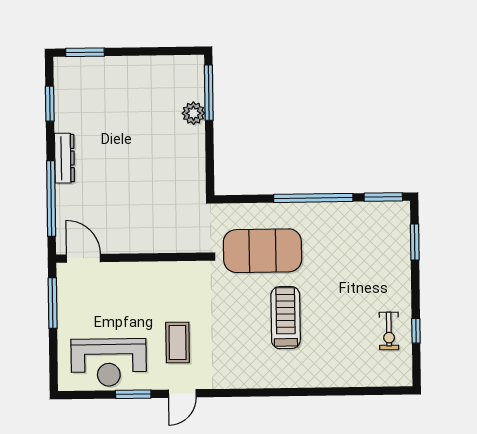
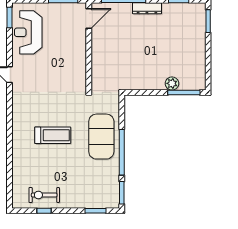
exercise mat: (263, 251) -> (101, 137), moved
exercise bike: (389, 331) -> (44, 195), width x1.38, depth x1.39
coffee table: (178, 342) -> (39, 72), removed
window: (133, 394) -> (10, 18), moved

